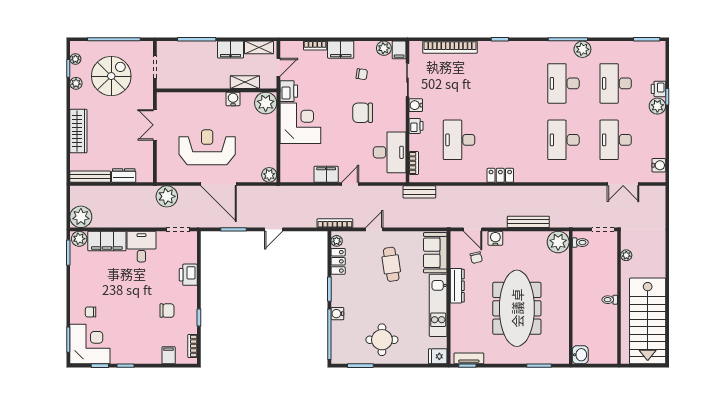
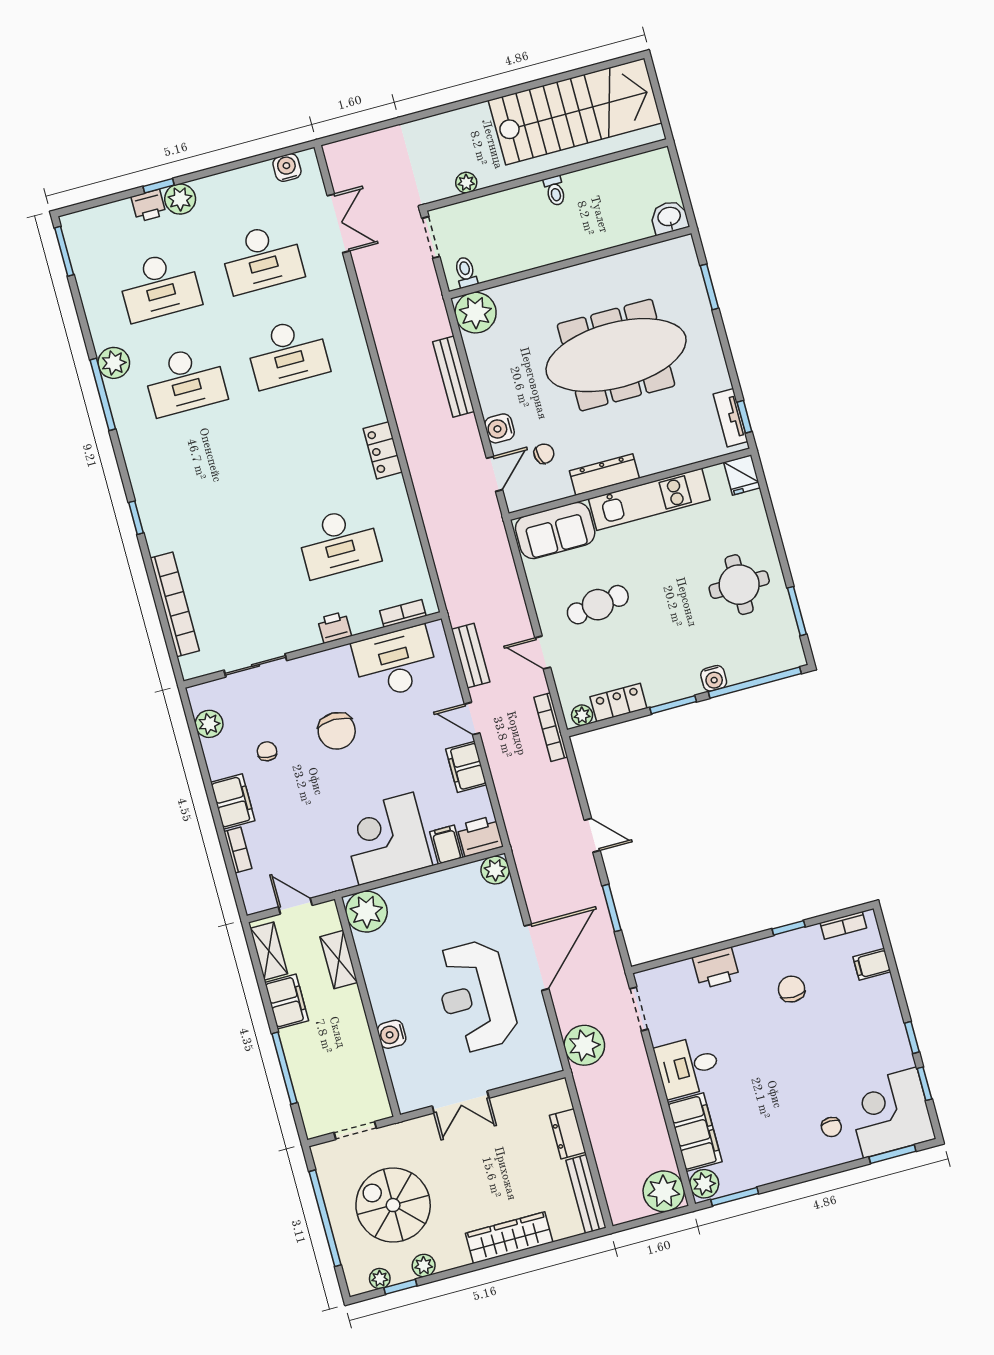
filing cabinet: (399, 50) -> (446, 845), moved, turned -90
printer: (289, 91) -> (480, 836), moved
water cooler: (233, 99) -> (392, 1034), moved
water cooler: (416, 105) -> (297, 638), removed
bench: (419, 192) -> (471, 656), moved

